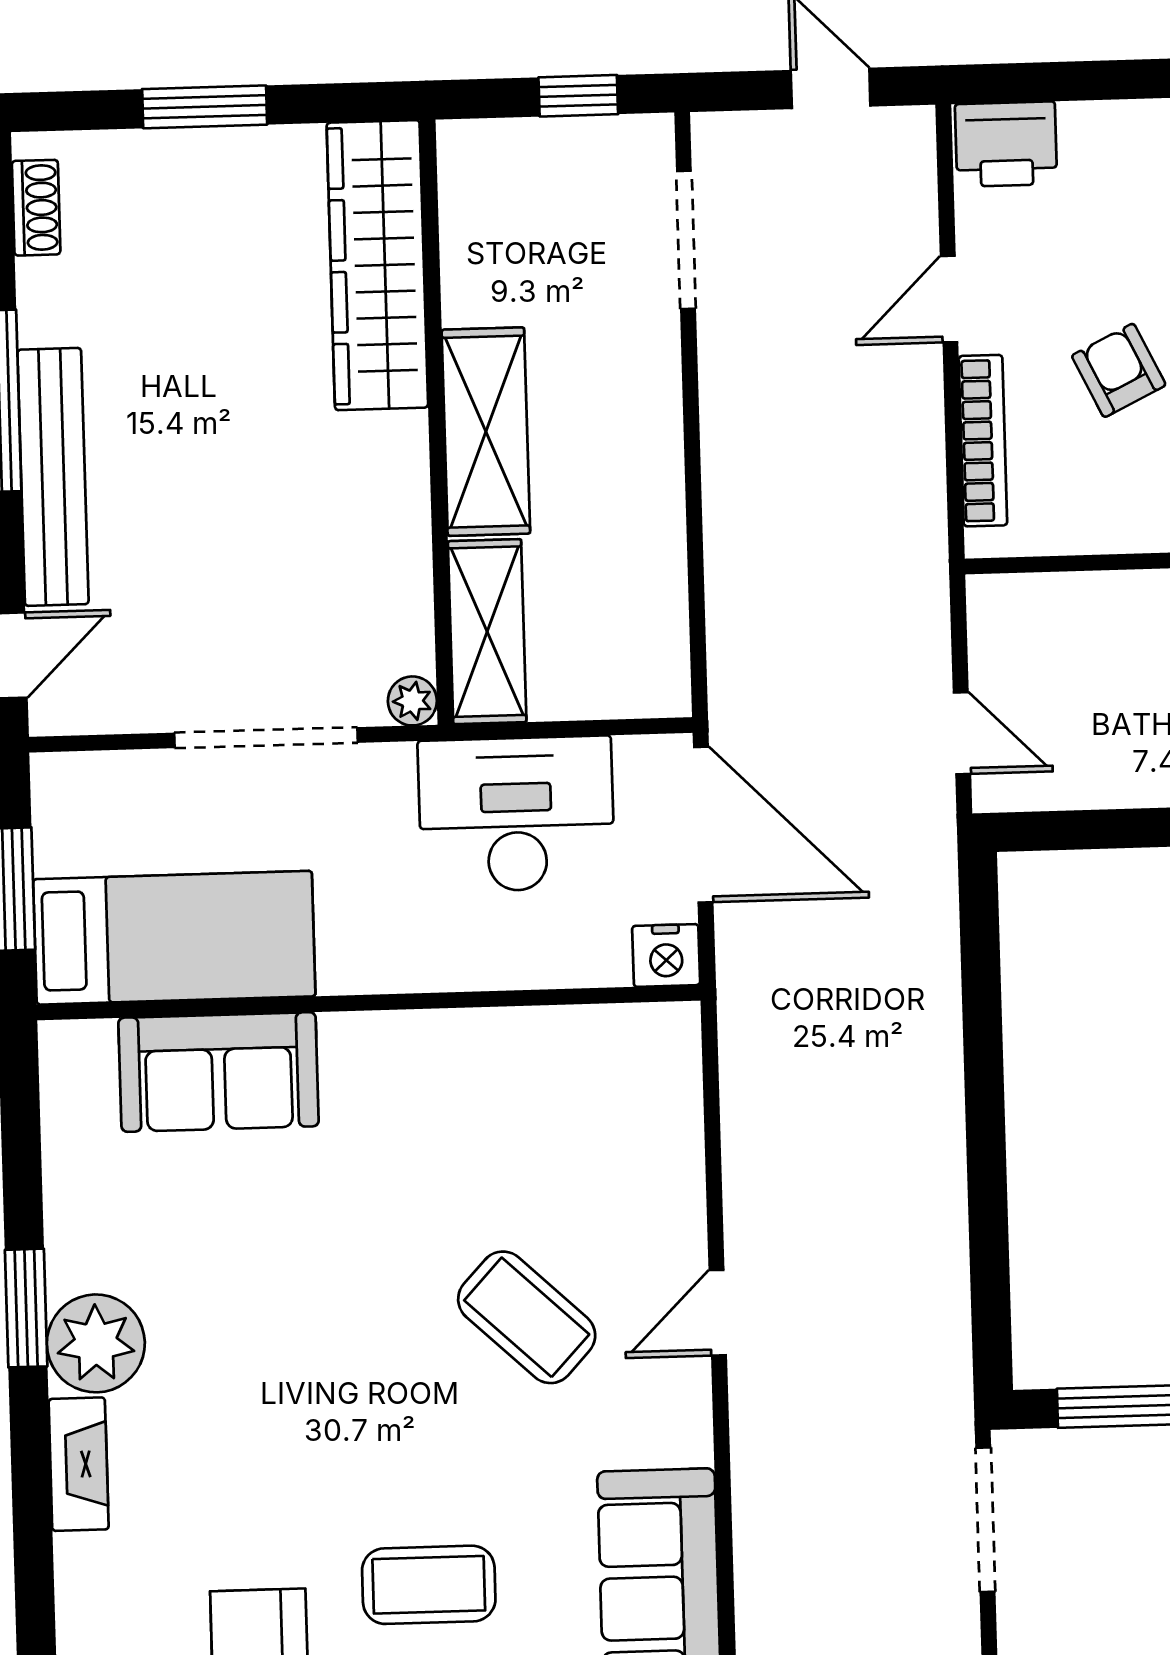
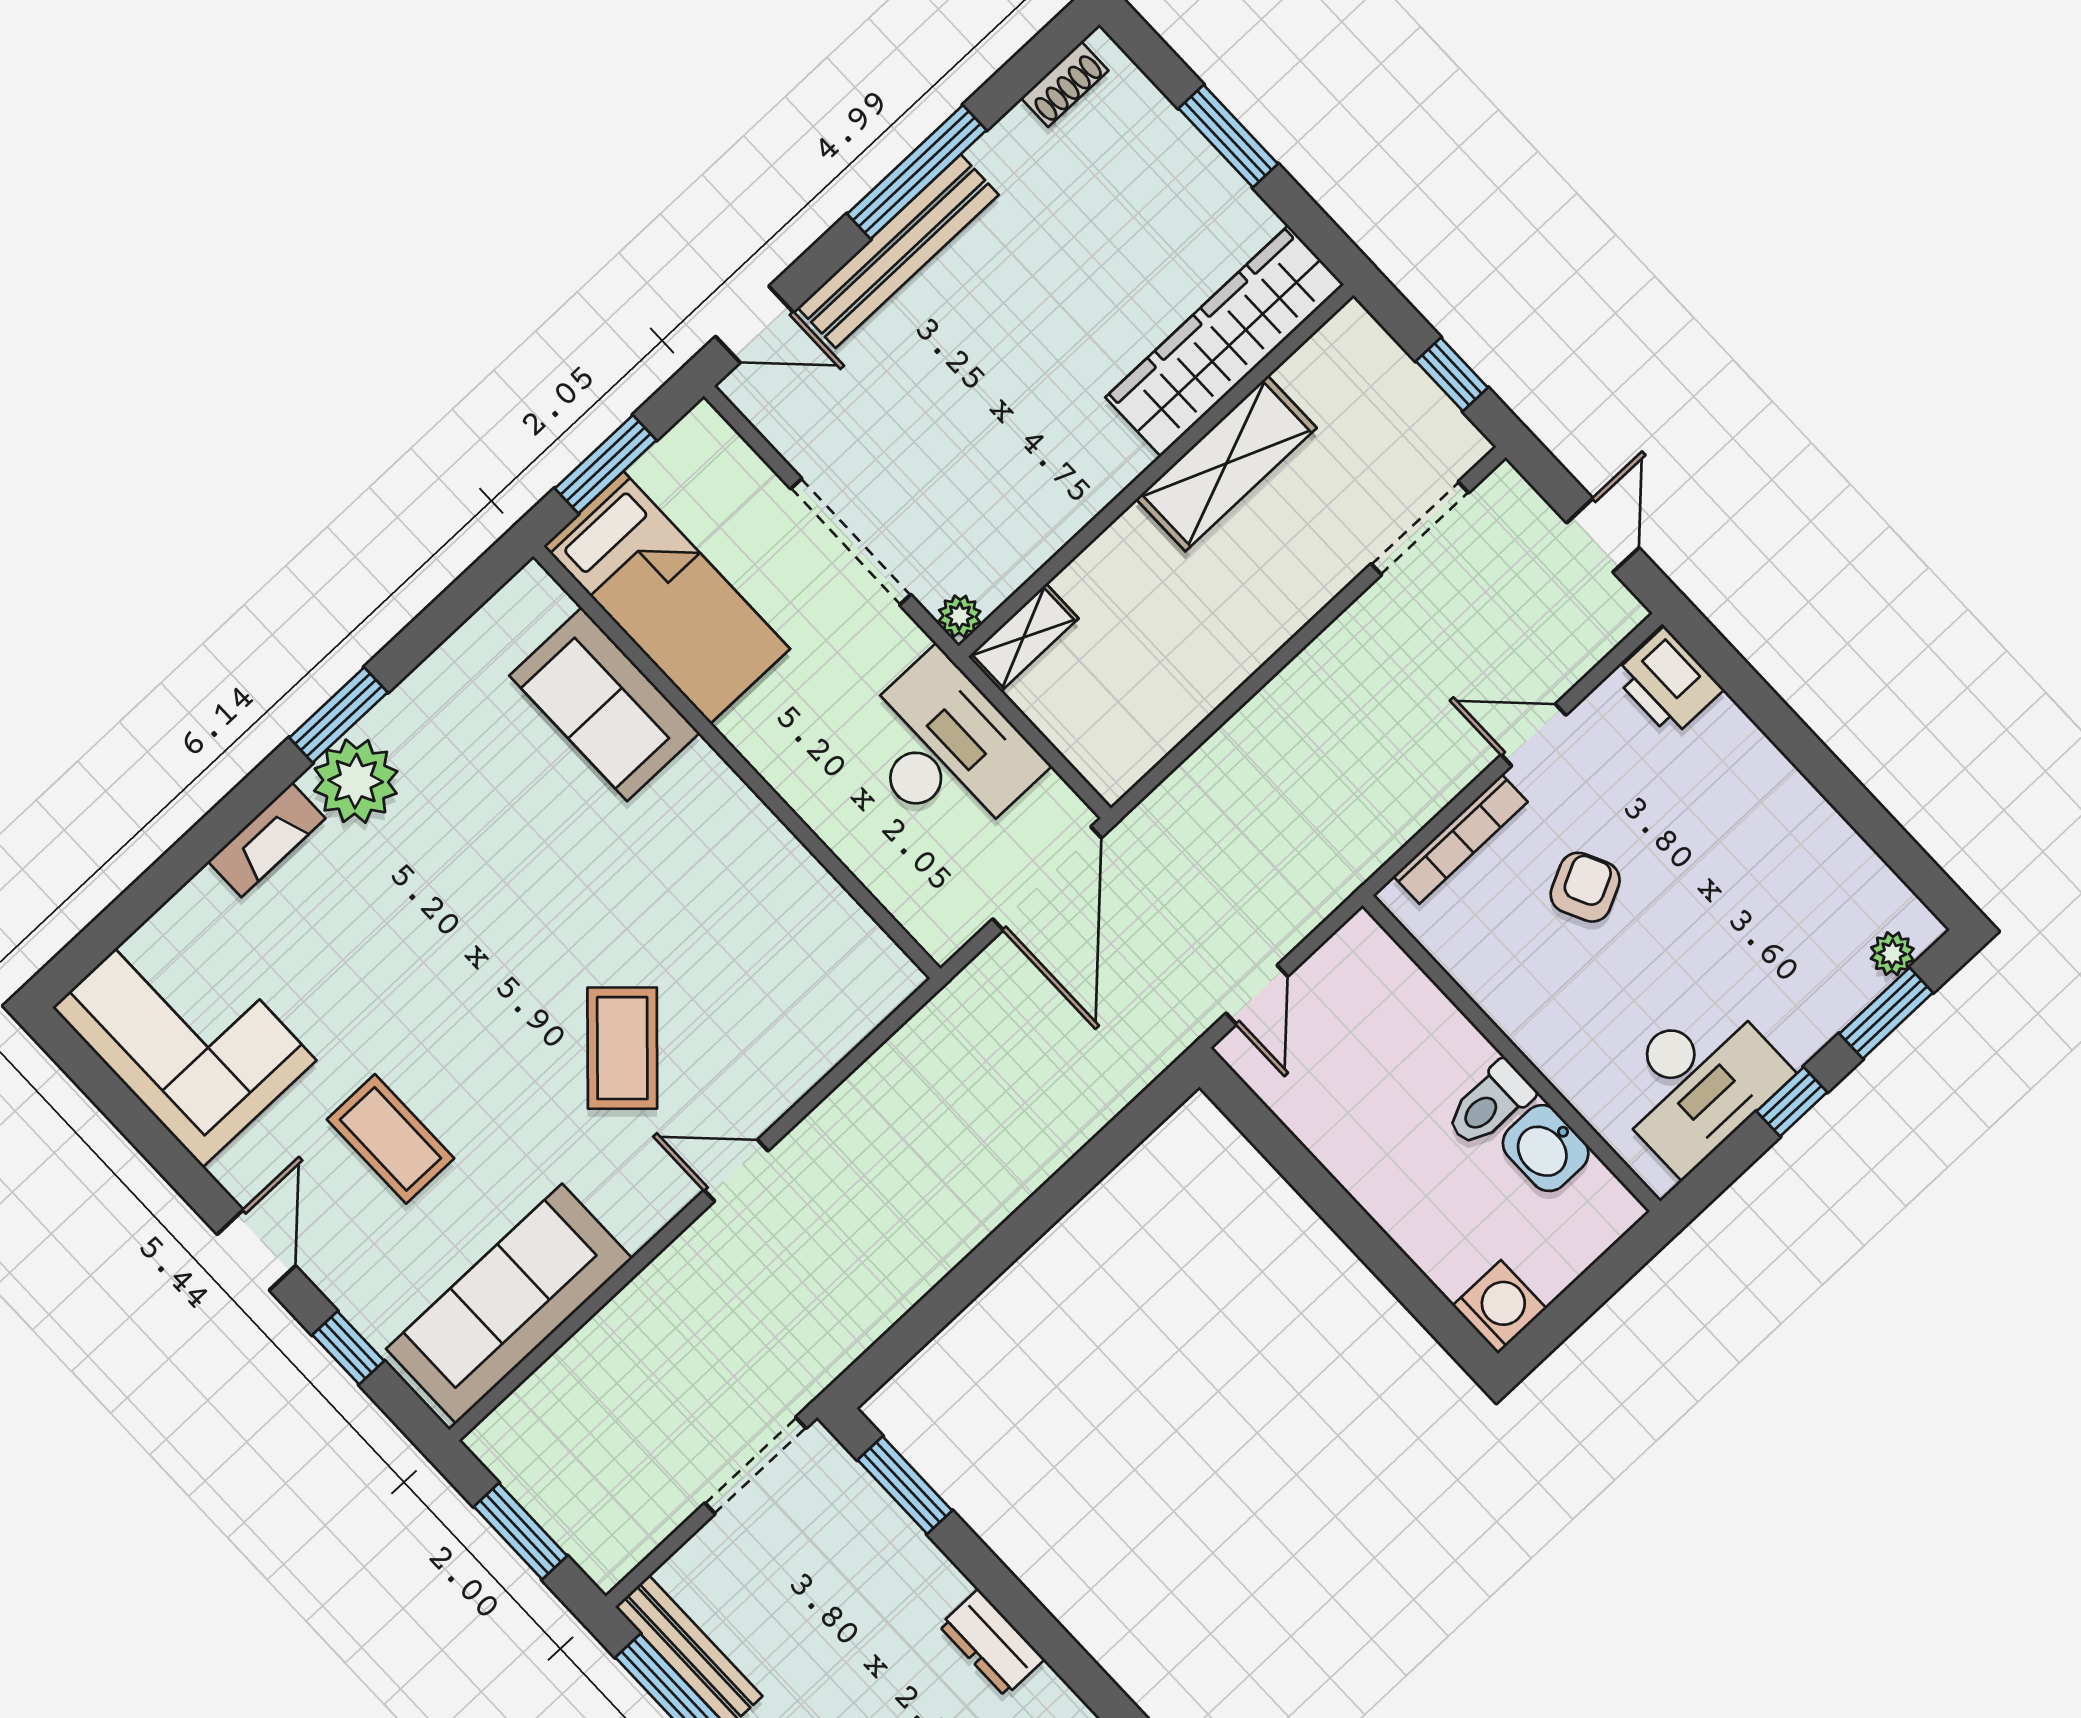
shelving: (486, 432) -> (1226, 463), moved
shelving: (487, 632) -> (1023, 637), width x0.67, depth x0.75
nightstand: (666, 955) -> (940, 930), removed

